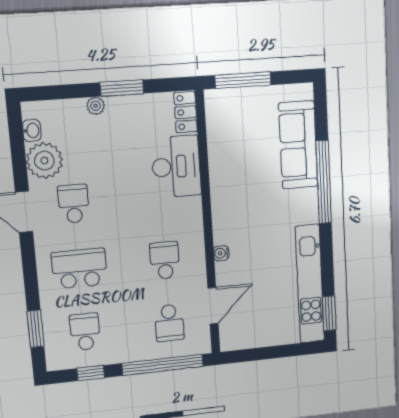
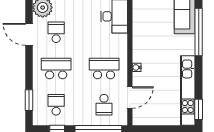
school desk: (165, 260) -> (104, 68), width x1.85

